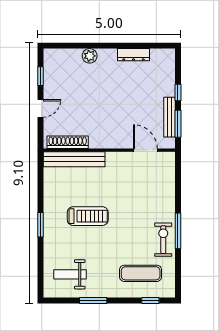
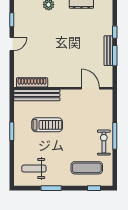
shoe rack: (68, 142) -> (32, 82), moved
wall: (109, 150) -> (63, 88), moved
door: (145, 150) -> (90, 88), moved
bench: (74, 159) -> (37, 95), moved

